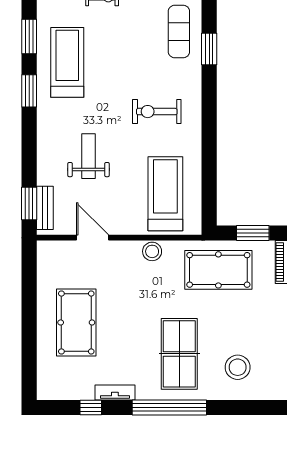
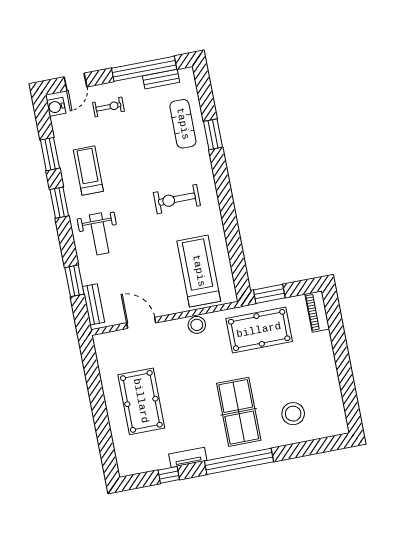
treadmill: (67, 62) -> (88, 171), width x0.73, depth x0.73
weight bench: (89, 156) -> (99, 234), moved, turned 180
window: (29, 203) -> (74, 281), moved
window: (253, 233) -> (269, 294), moved

